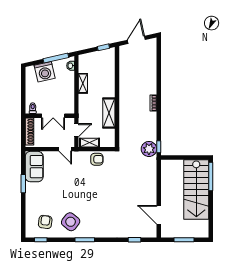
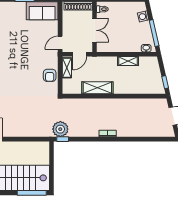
washing machine: (45, 72) -> (143, 16), width x0.53, depth x0.53
double door: (53, 116) -> (95, 30), swing flipped
door: (76, 130) -> (80, 54), hinge flipped

